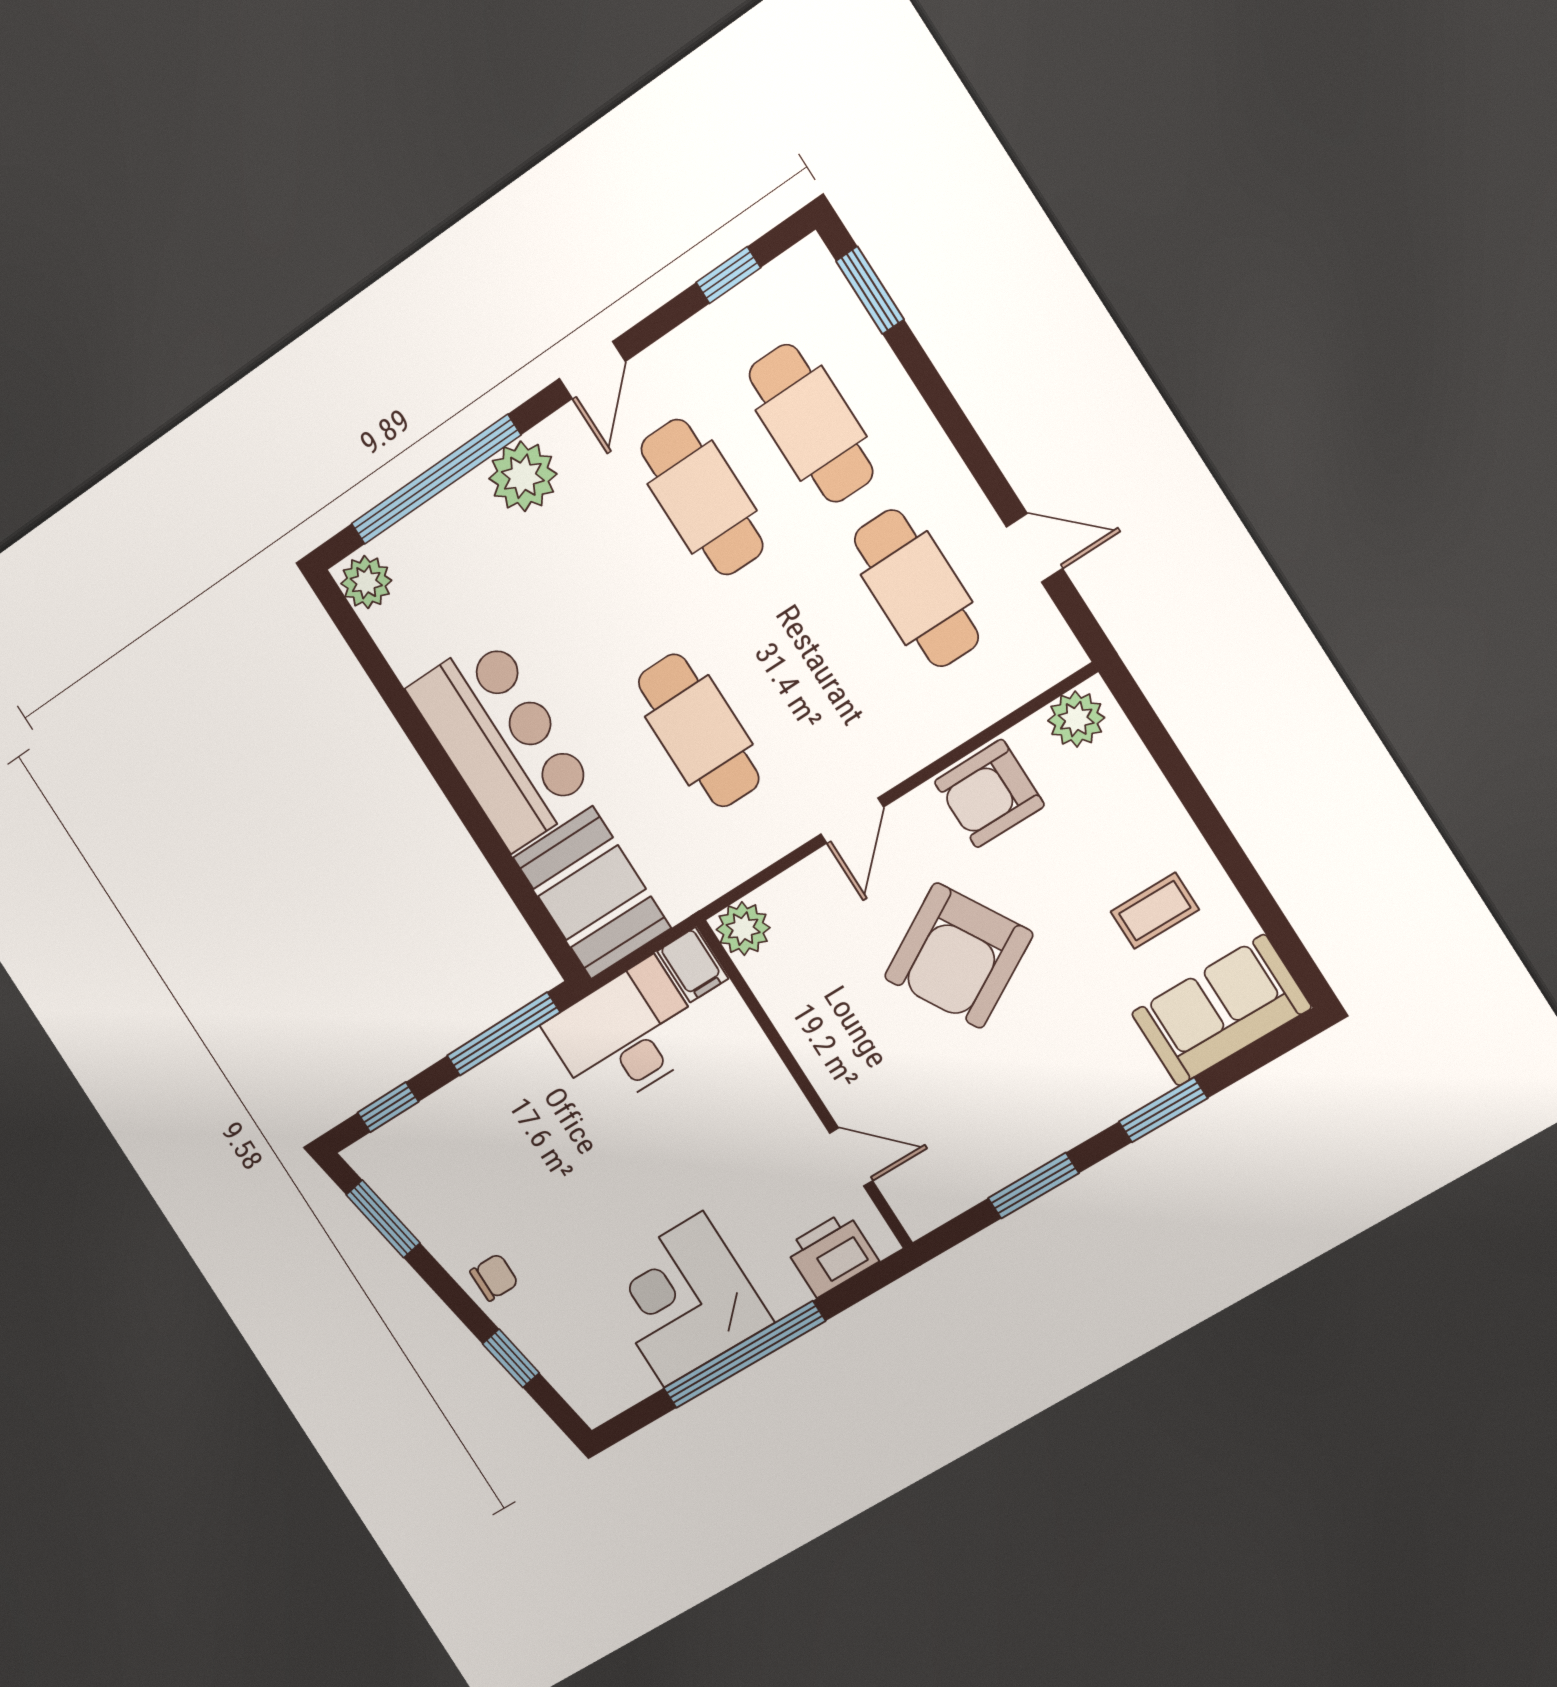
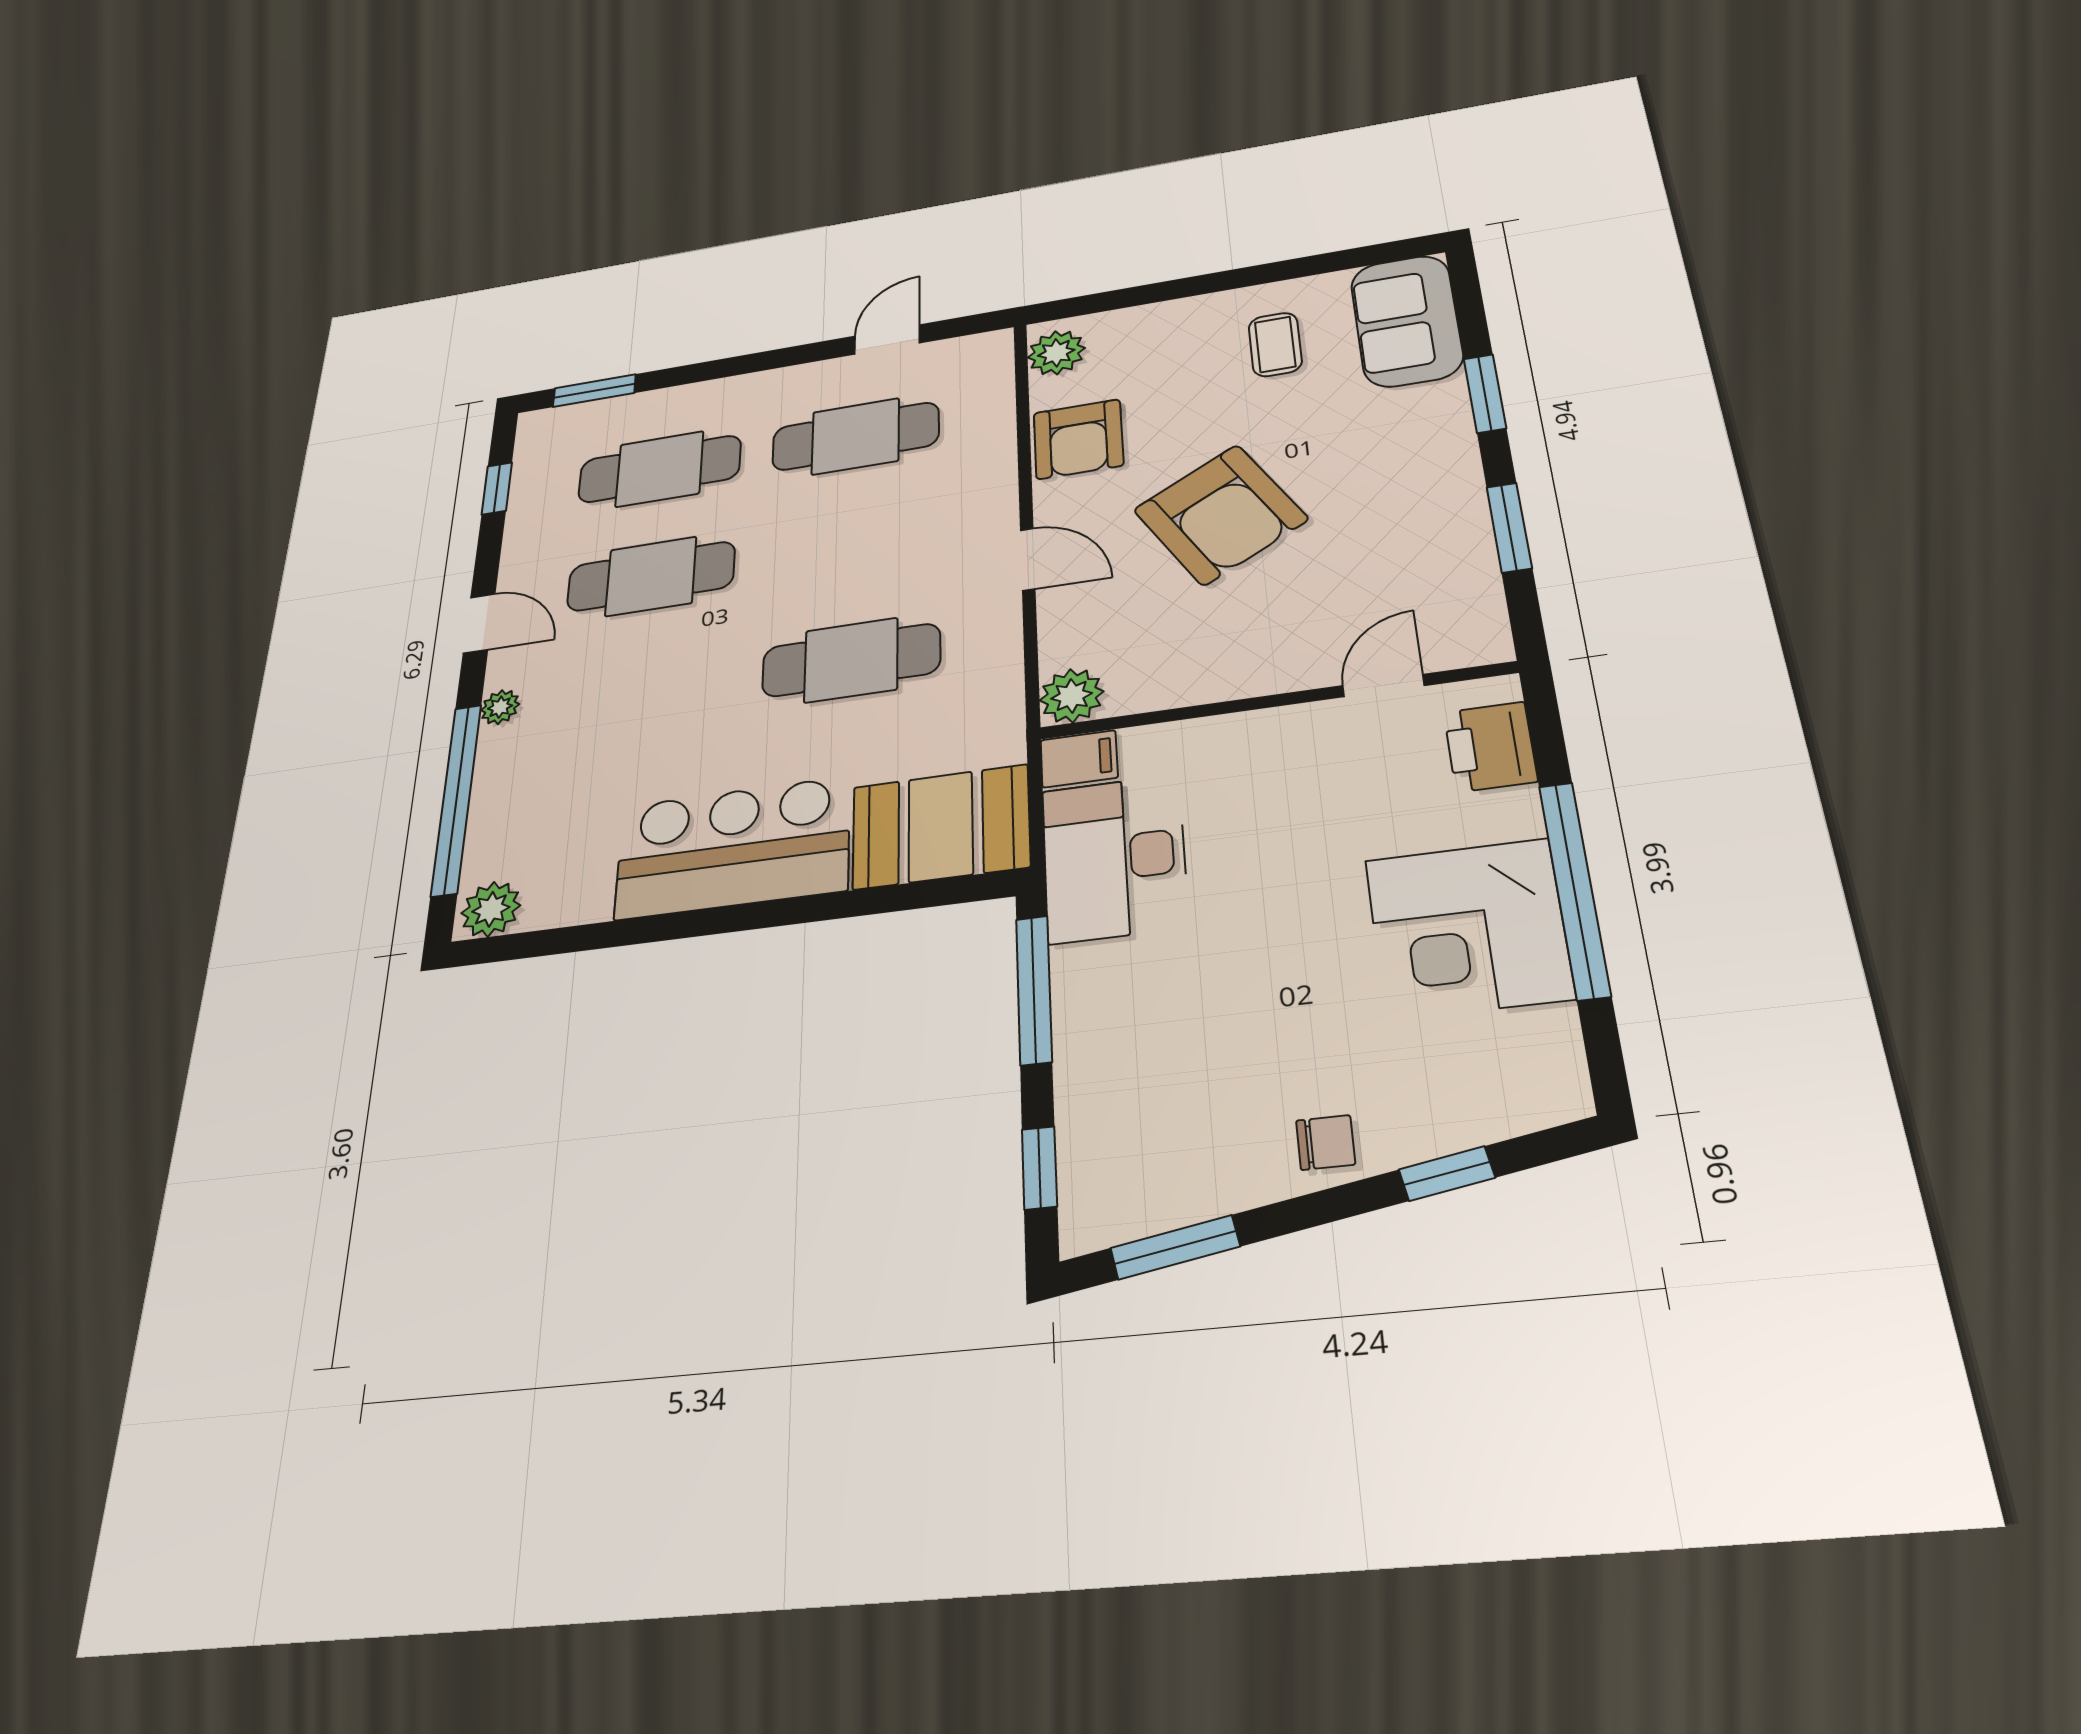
plant: (523, 476) -> (500, 707), width x0.53, depth x0.53
chair: (494, 1277) -> (1326, 1142), turned 90

